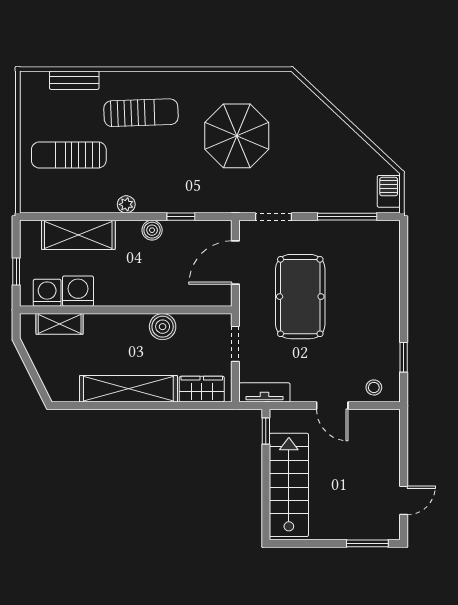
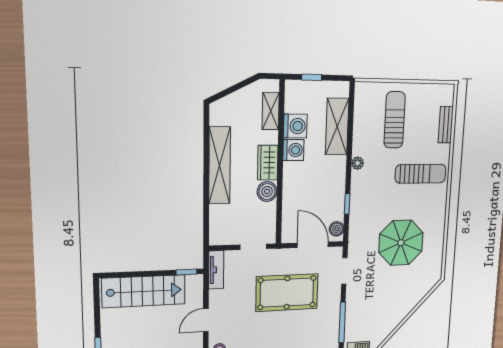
sun lounger: (141, 113) -> (421, 174), turned -88
boiler: (152, 230) -> (337, 229), moved
washing machine: (47, 293) -> (293, 150), moved
wardrobe: (202, 389) -> (268, 163), moved, turned 180

